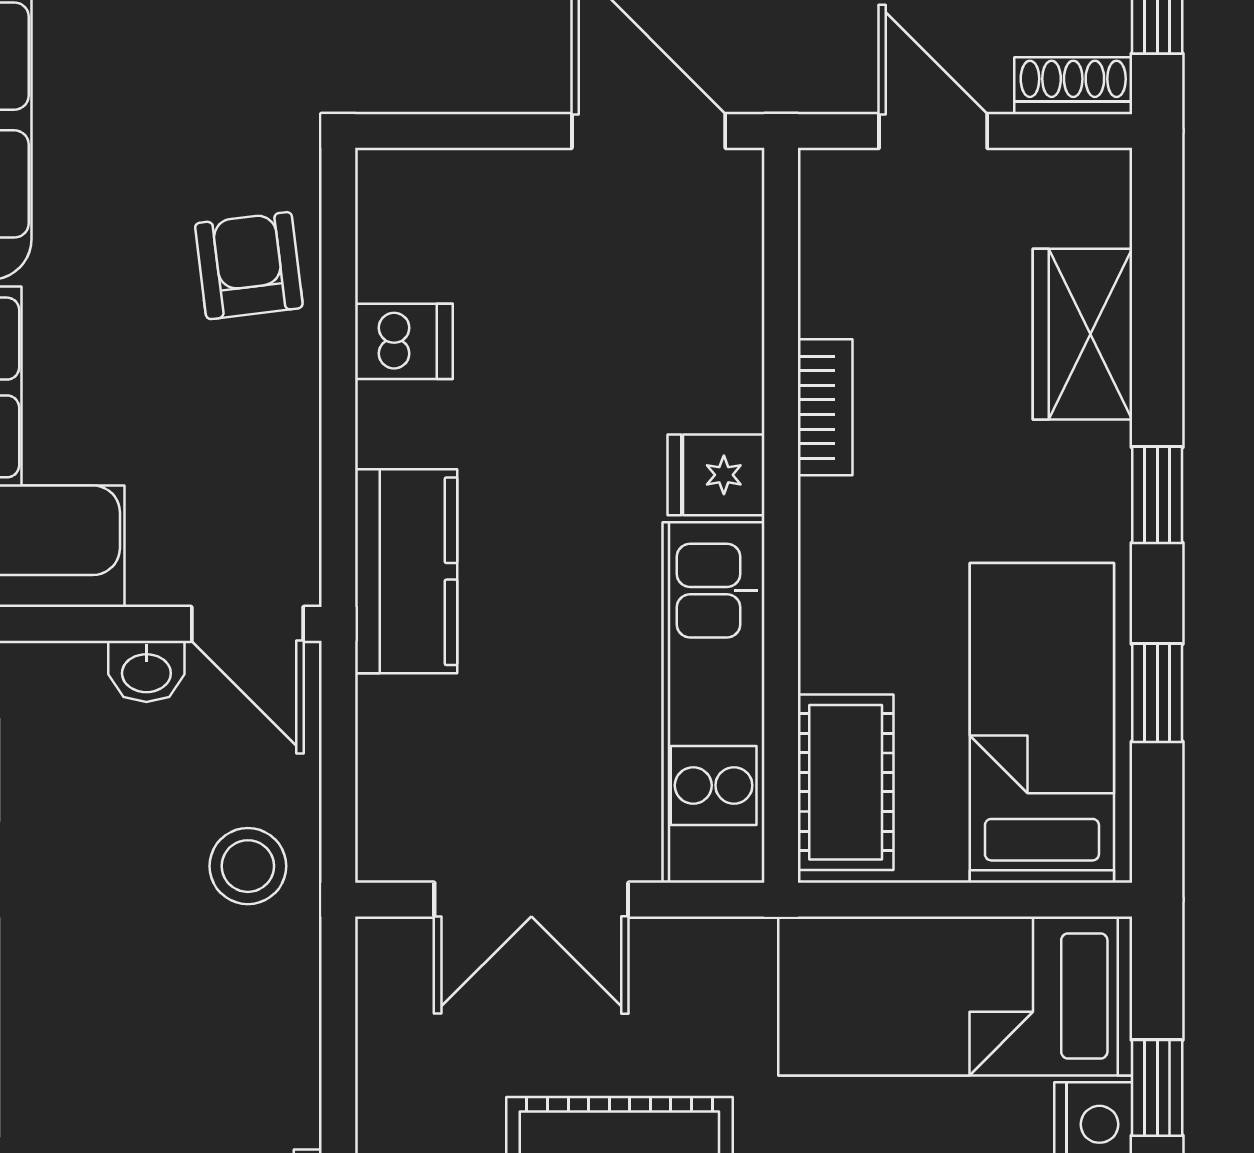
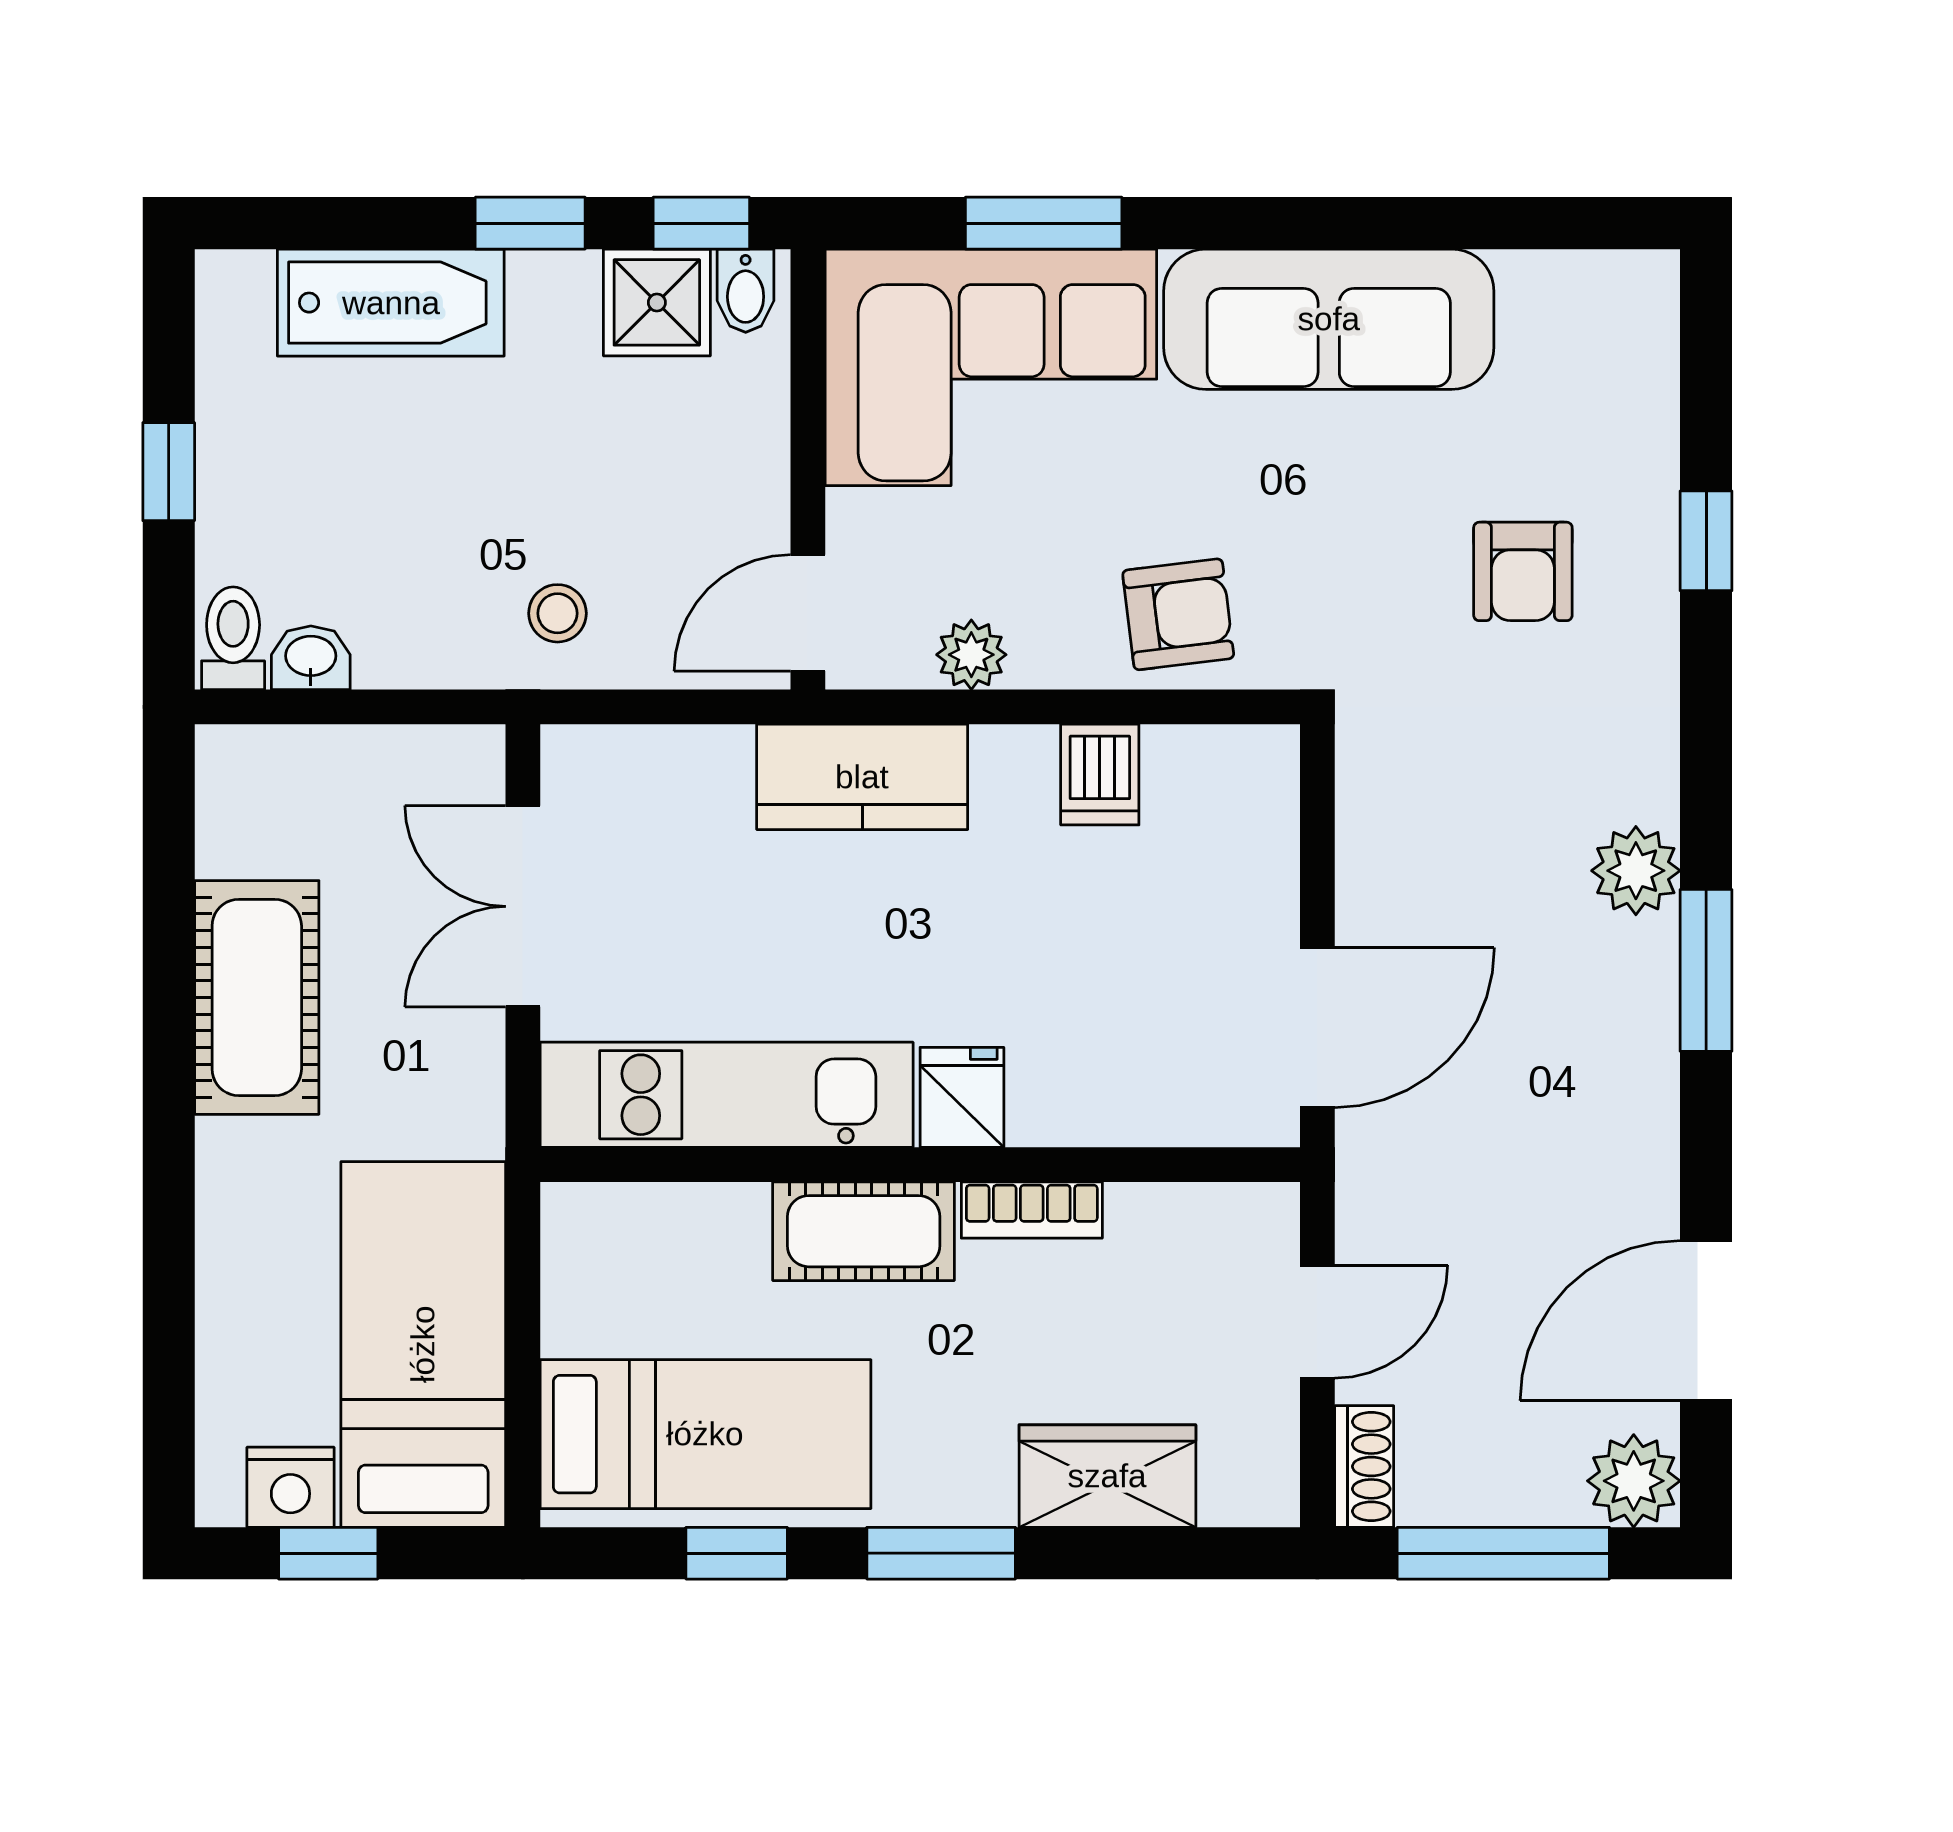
plant: (288, 466) -> (971, 655), added
window: (1157, 495) -> (941, 1553), width x1.50
washbasin: (146, 671) -> (311, 658), moved, turned 90
cot: (846, 782) -> (864, 1231), moved
stool: (248, 866) -> (557, 613), width x0.73, depth x0.73

